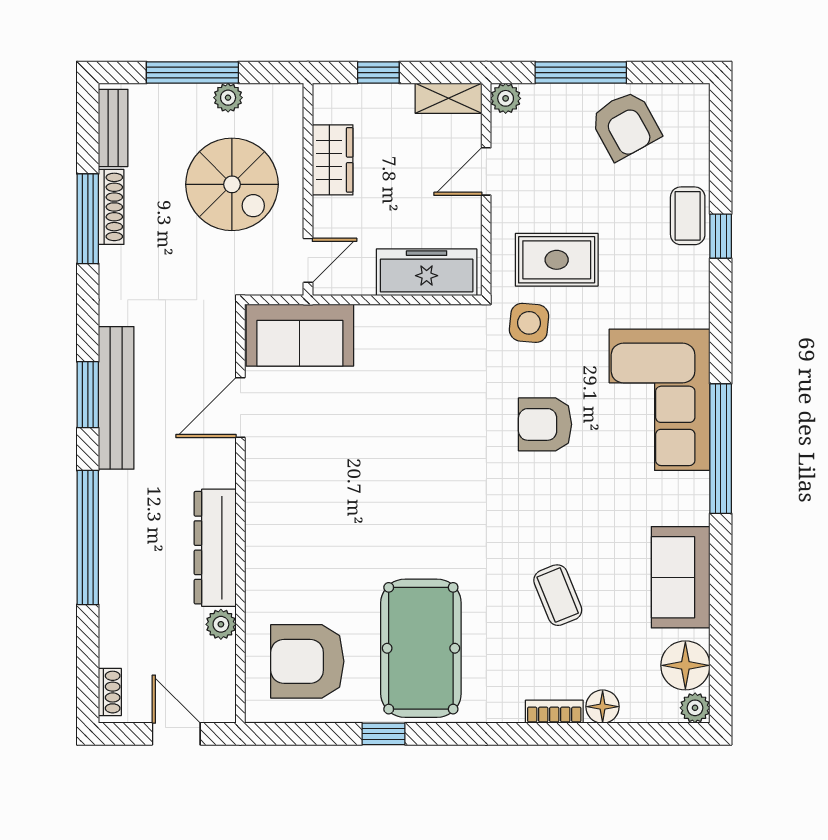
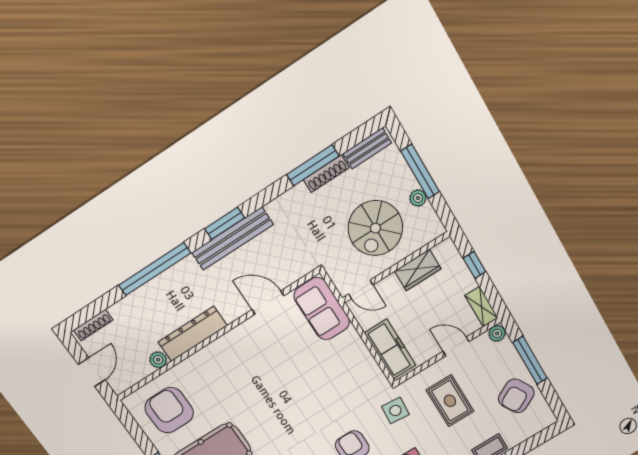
rug: (557, 260) -> (450, 401), moved
shoe rack: (110, 692) -> (93, 325), width x1.43

